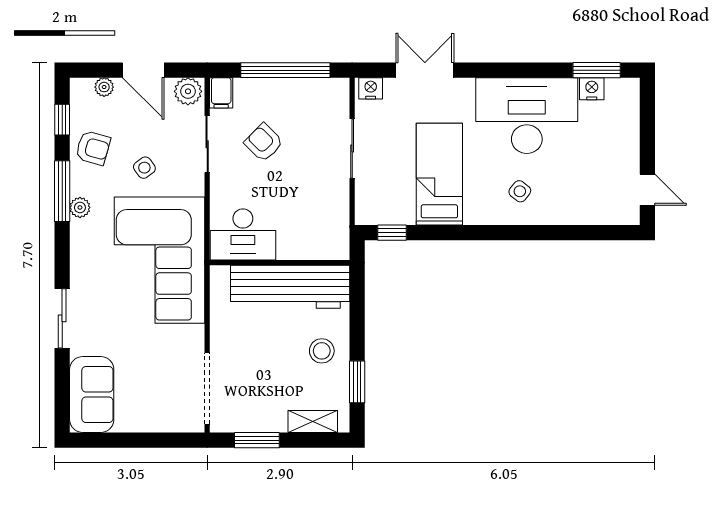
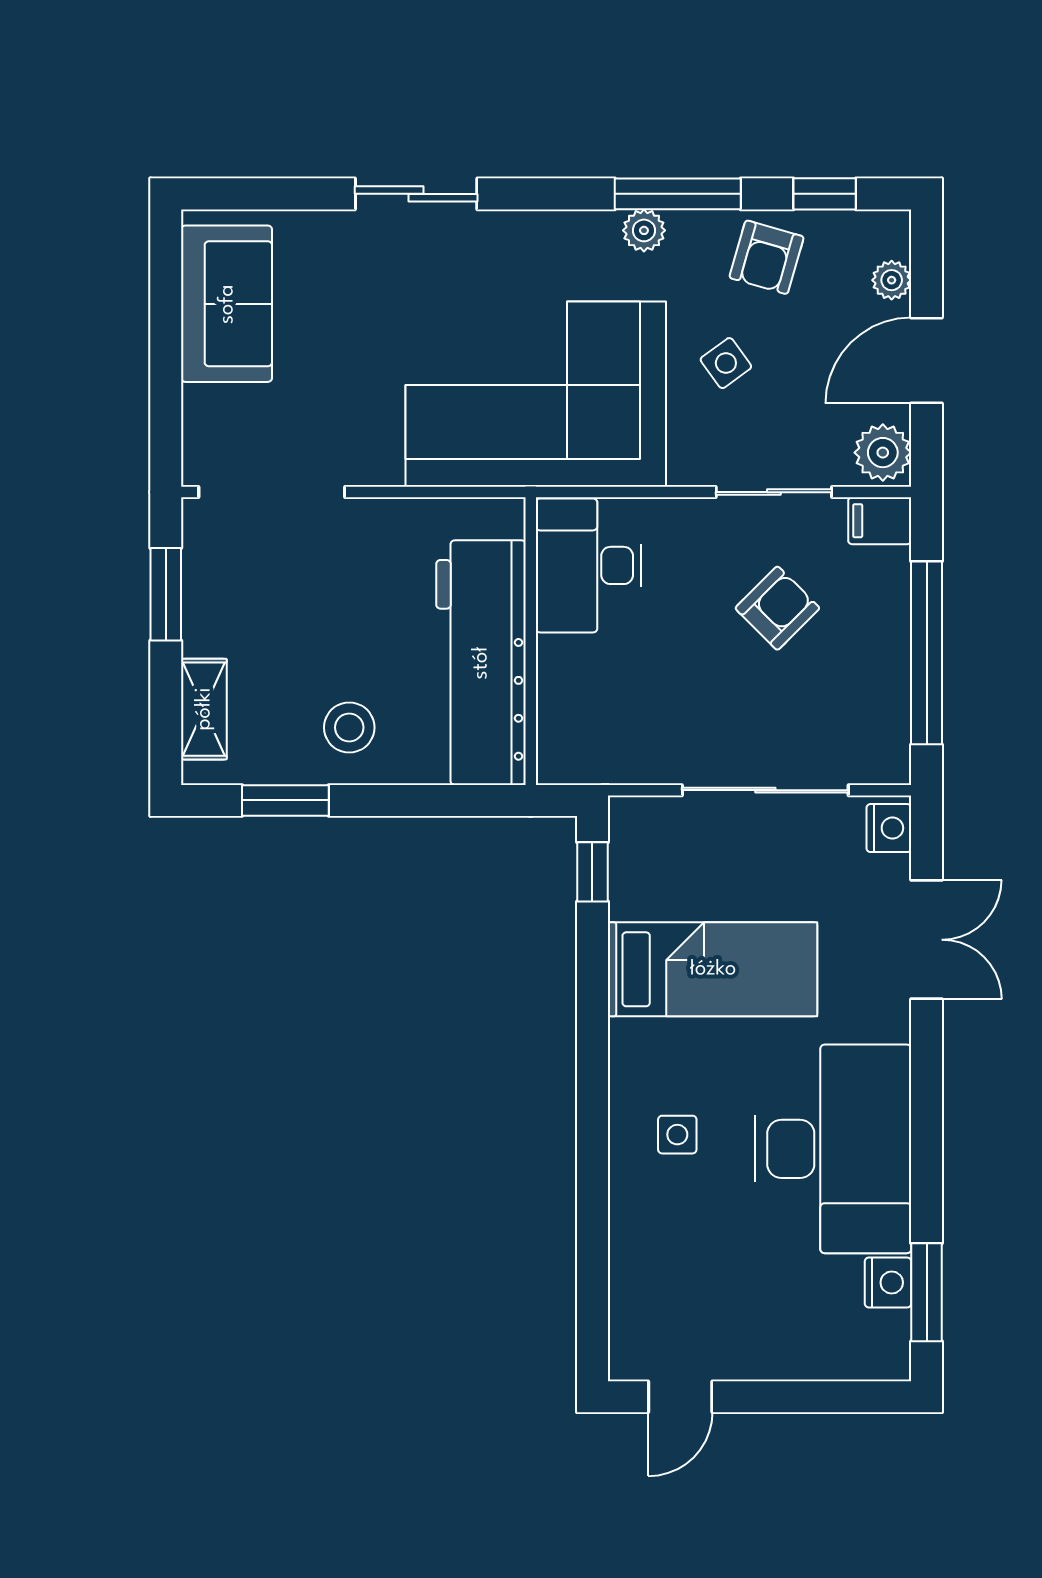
sliding door: (352, 148) -> (765, 790), width x1.37
side table: (520, 191) -> (677, 1135), turned -38
sofa: (92, 395) -> (227, 304), moved, turned -90

